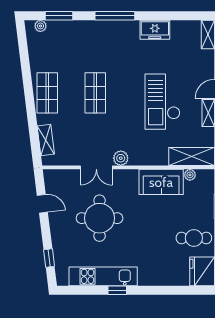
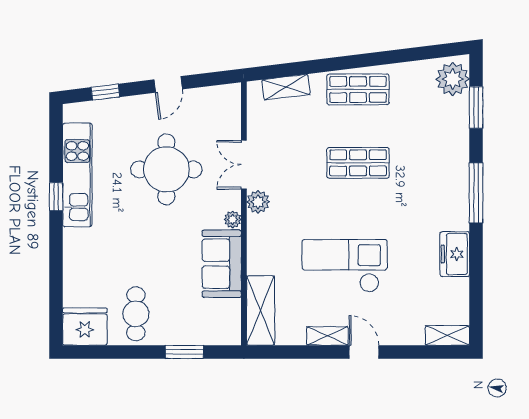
plant: (40, 26) -> (453, 79), width x1.87, depth x1.87
plant: (190, 175) -> (233, 219), moved
door: (42, 204) -> (168, 84), moved

